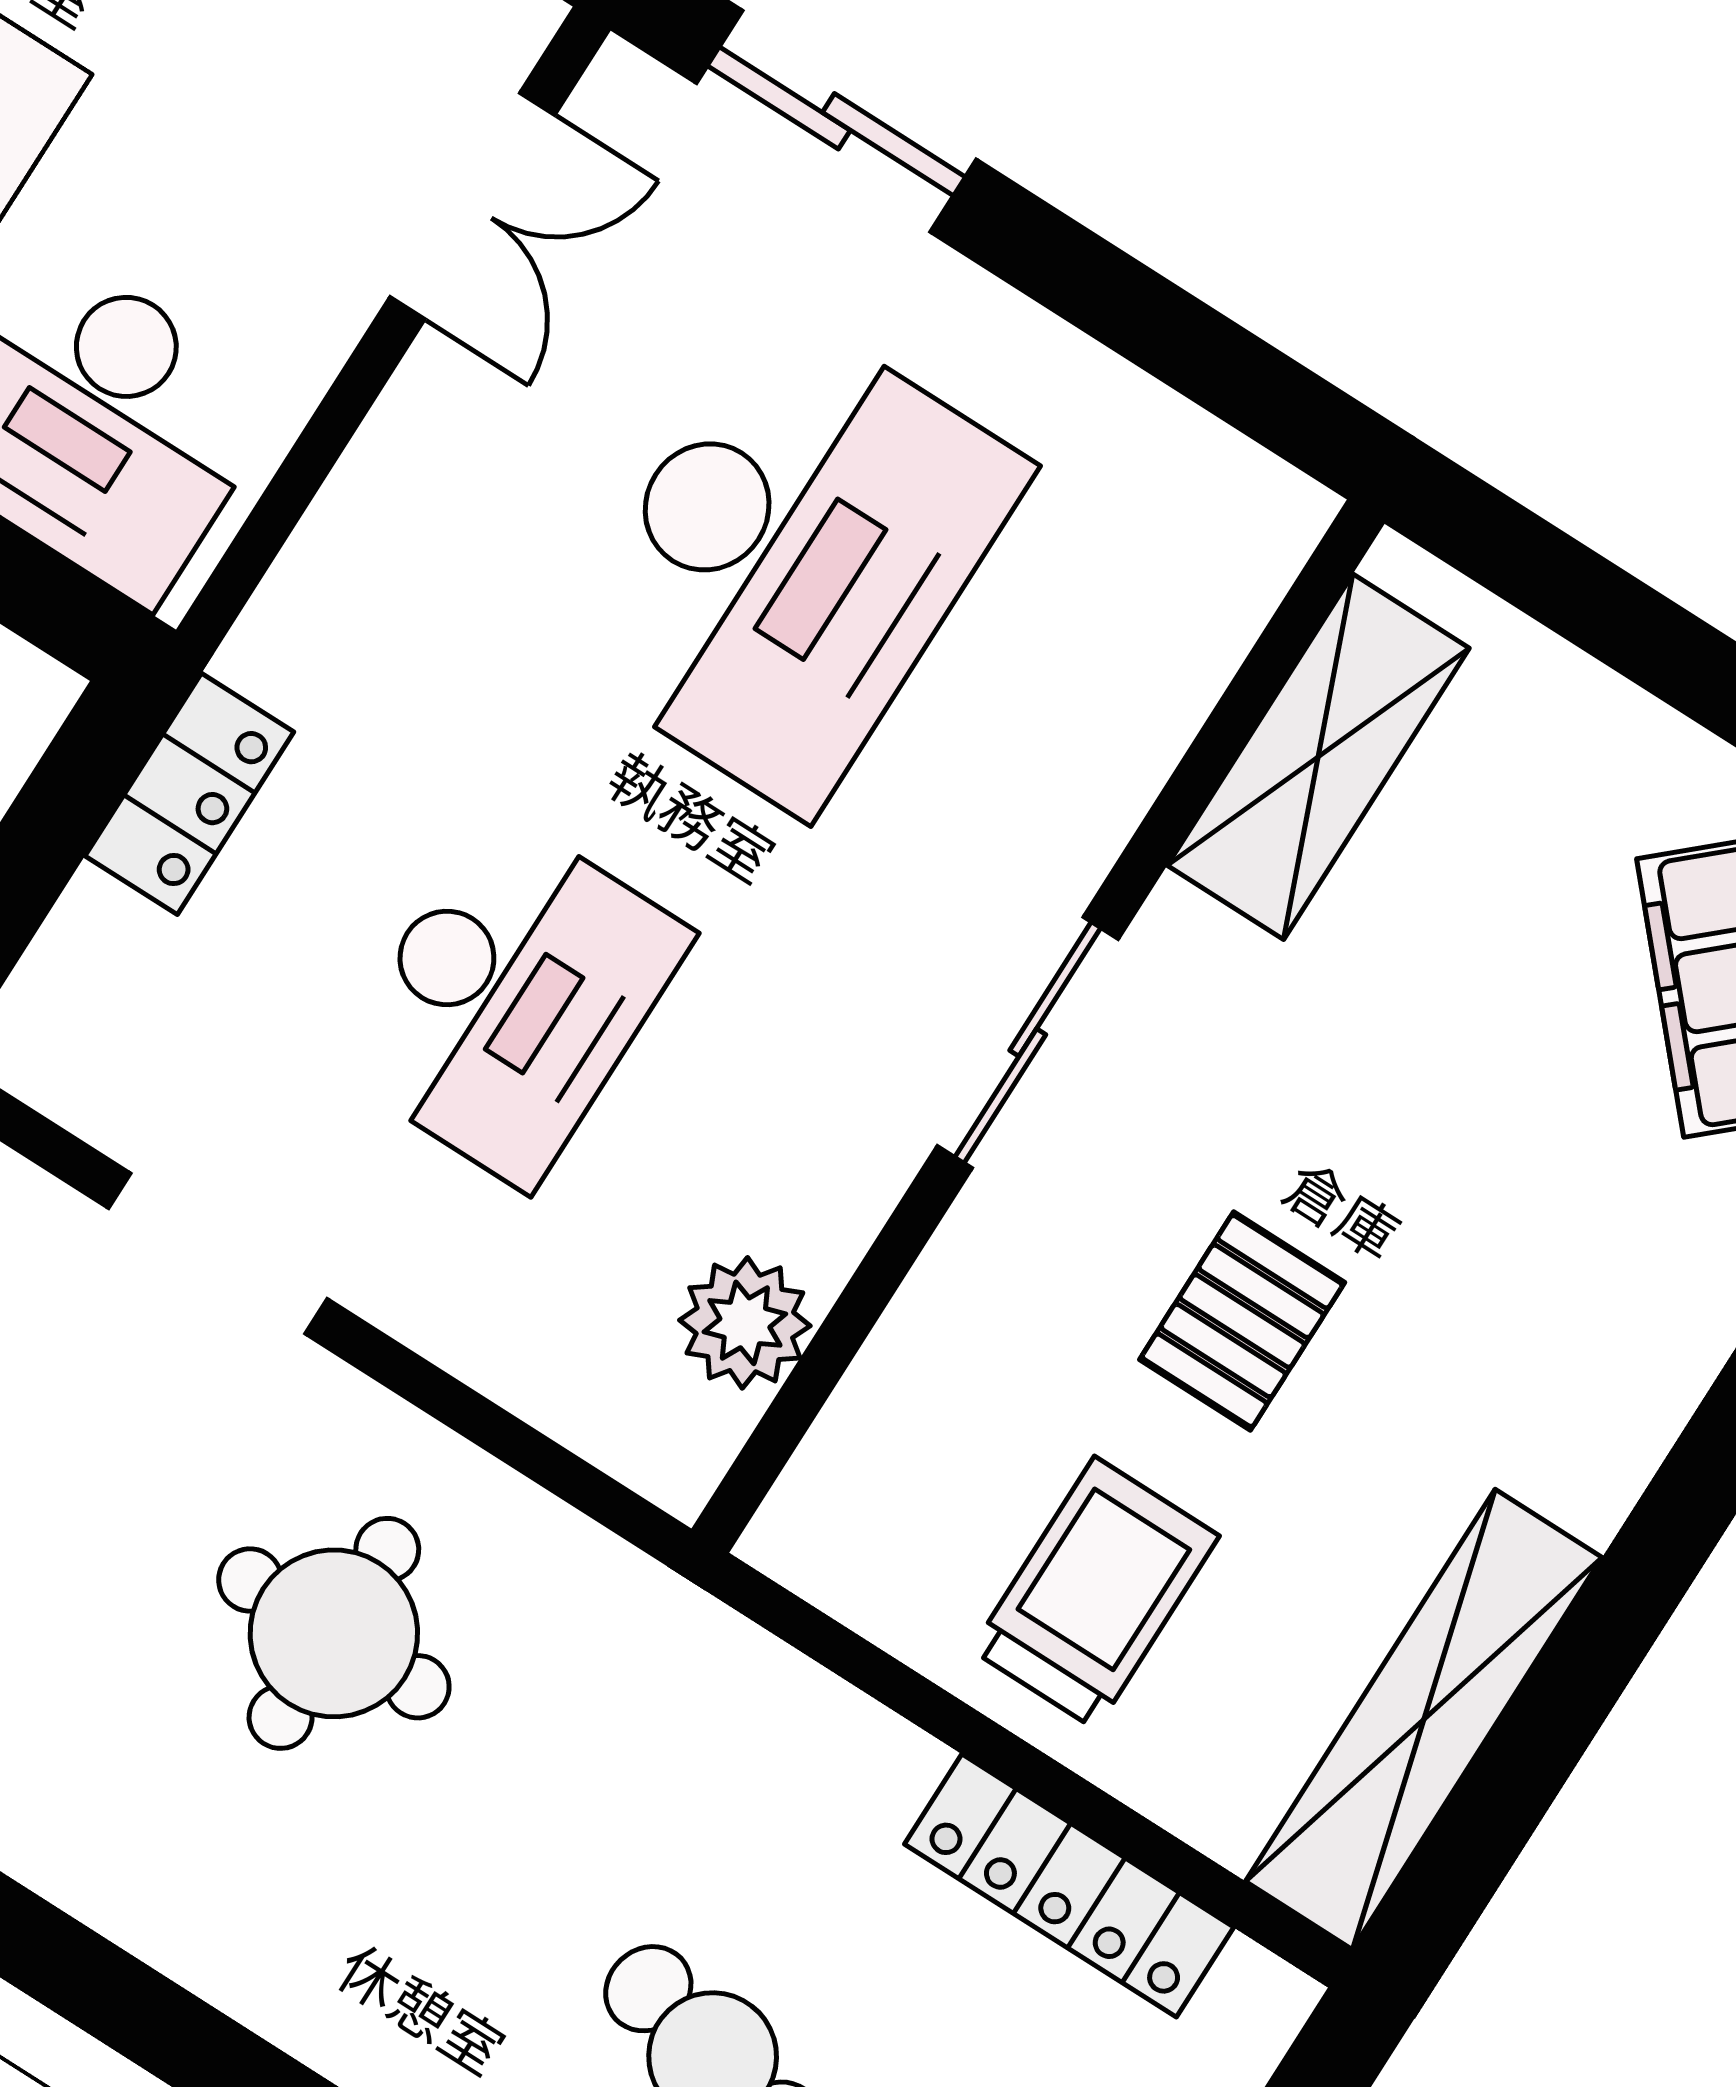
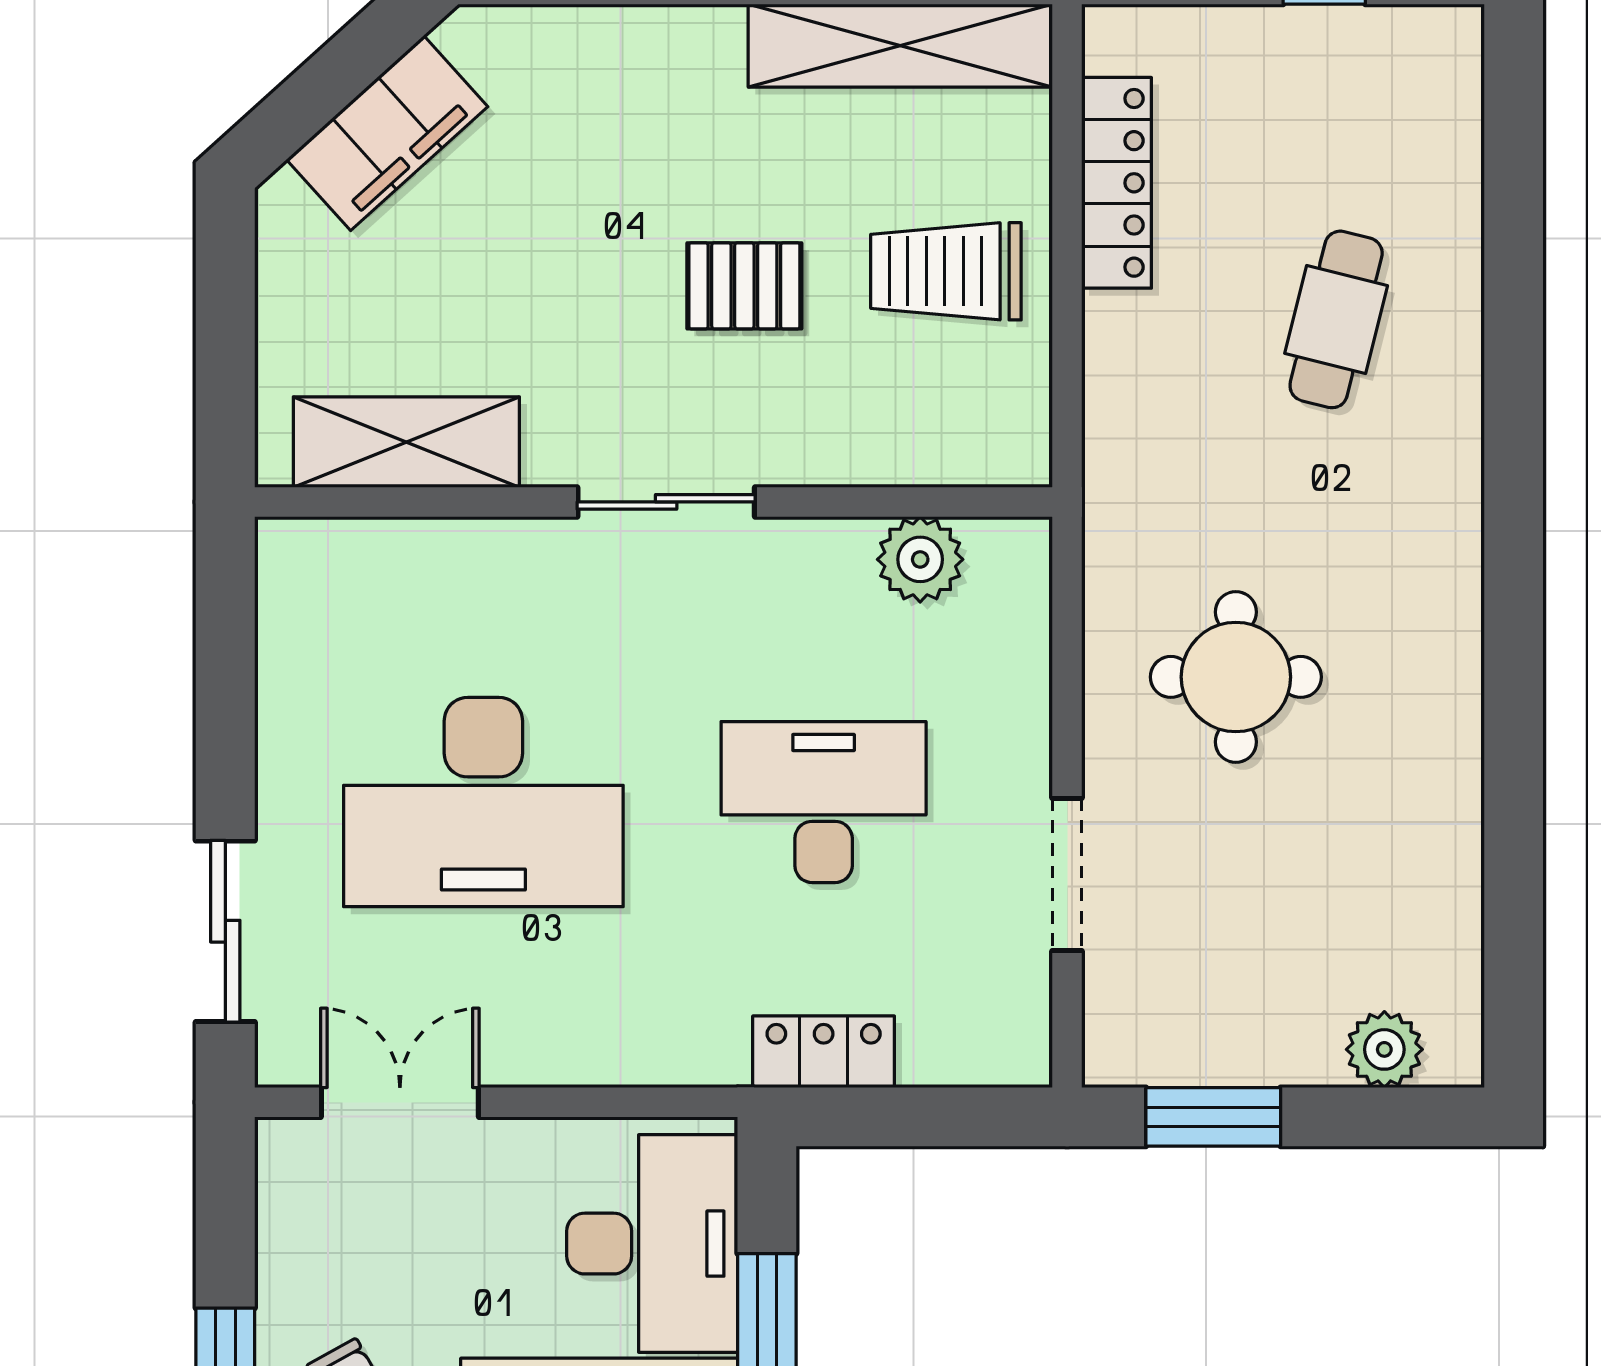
desk: (791, 560) -> (483, 802), turned 180

